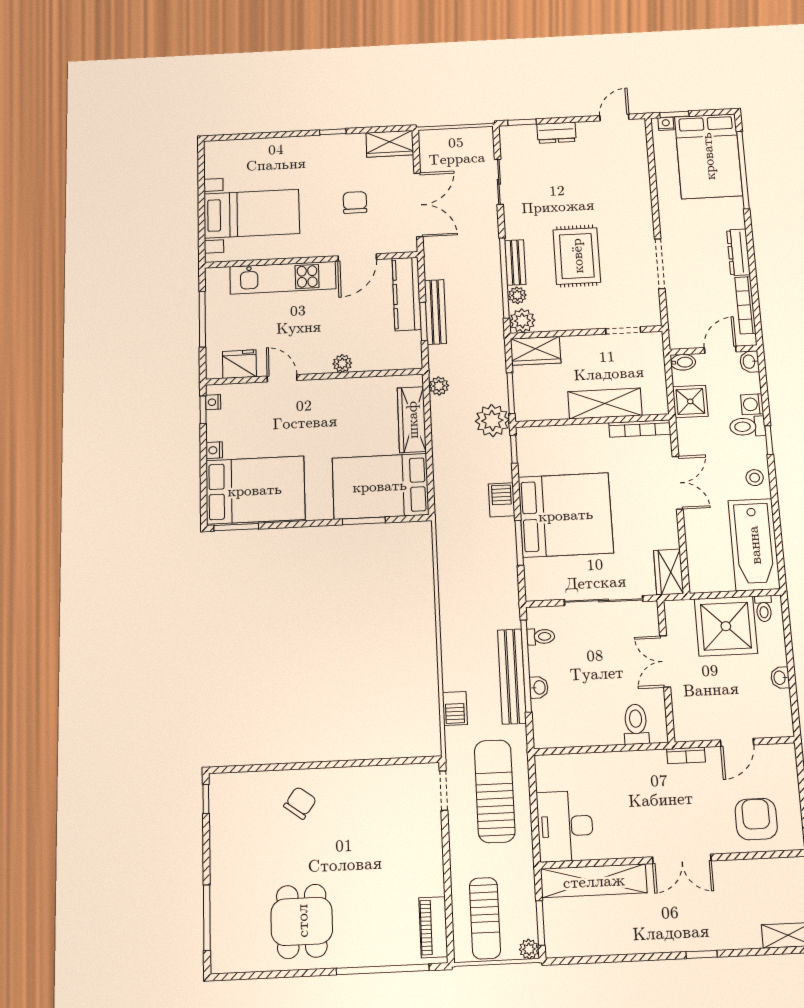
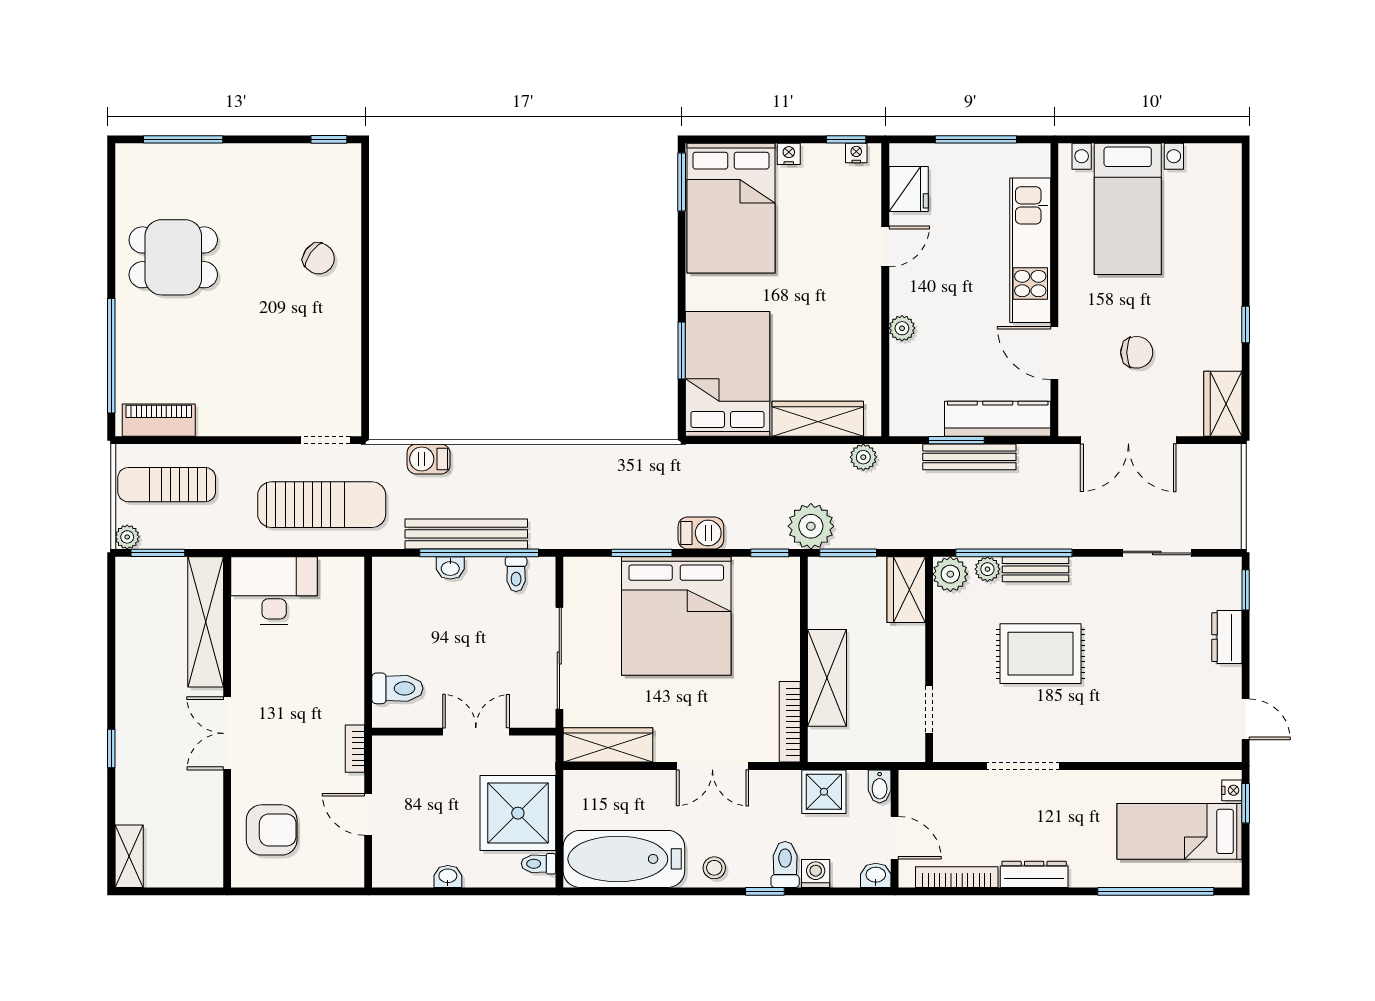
bed: (708, 156) -> (1179, 831), width x0.67
wardrobe: (669, 572) -> (608, 745), width x1.50

